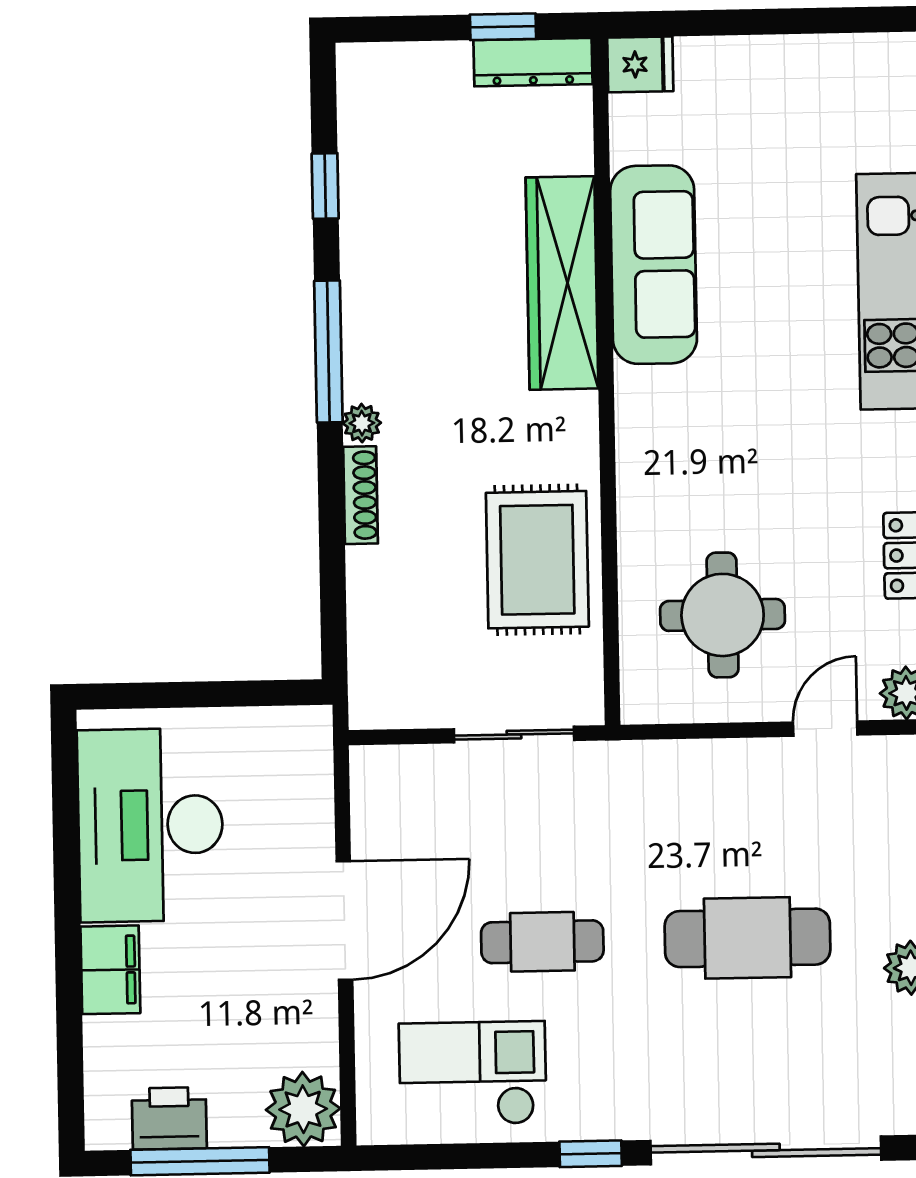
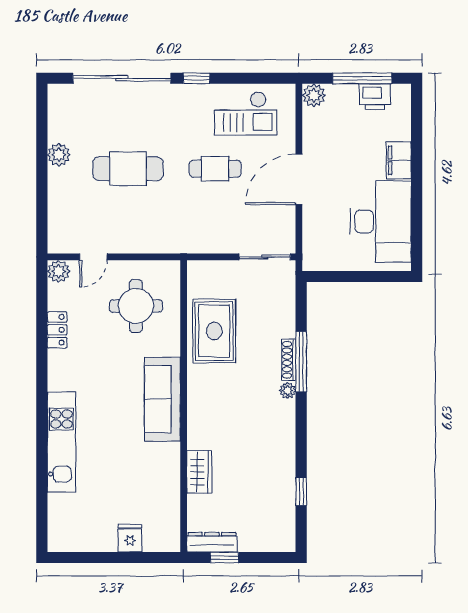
fridge: (640, 64) -> (130, 538), moved, turned 90
sofa: (654, 265) -> (162, 399), moved
wardrobe: (562, 283) -> (199, 472), width x0.48, depth x0.85
window: (328, 351) -> (301, 362), moved
sliding door: (514, 735) -> (265, 257), moved
plant: (303, 1109) -> (314, 95), width x0.73, depth x0.73

